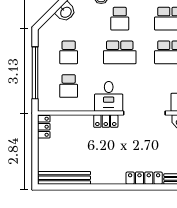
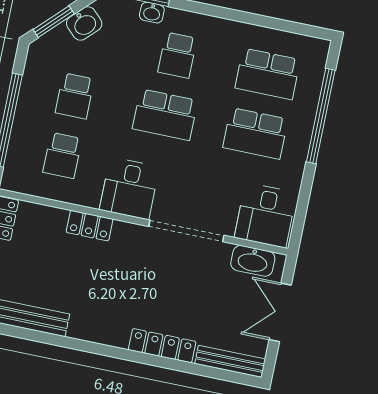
window: (49, 14) -> (54, 22), added
locker: (106, 121) -> (90, 226), moved

